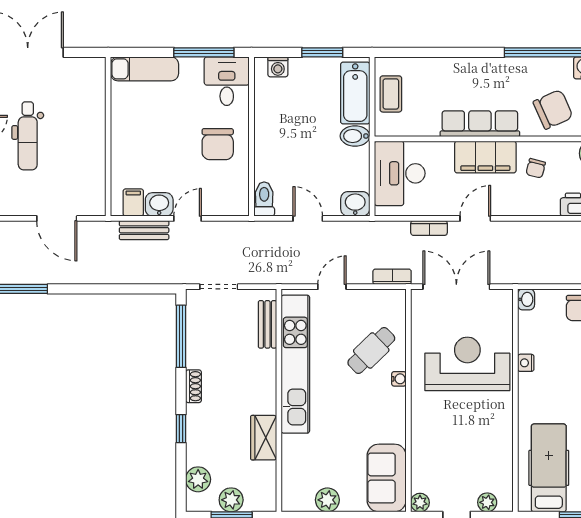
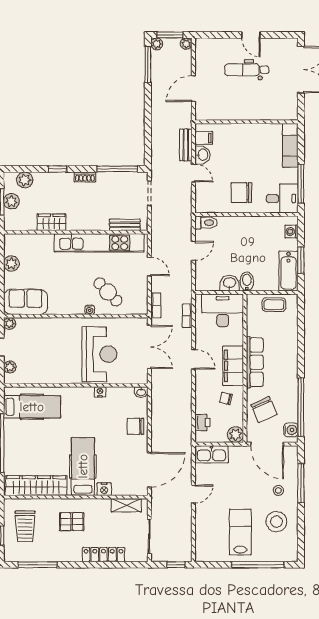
bathtub: (355, 93) -> (288, 271), moved, turned -90
washbasin: (355, 204) -> (230, 283), moved, turned -90
bookcase: (429, 228) -> (187, 316), moved

